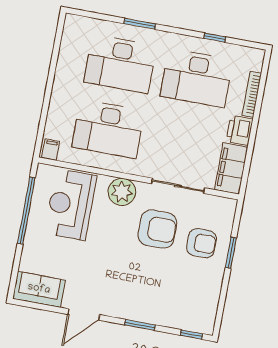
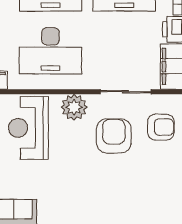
armchair: (157, 229) -> (114, 136), turned -90
armchair: (202, 243) -> (161, 127), moved

